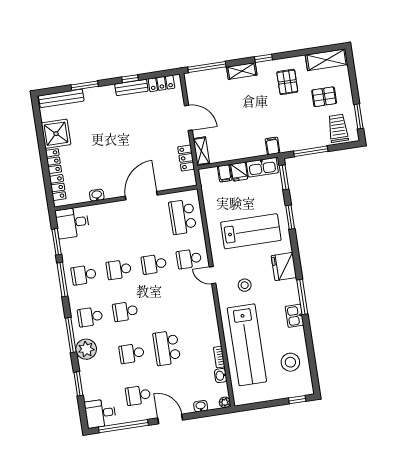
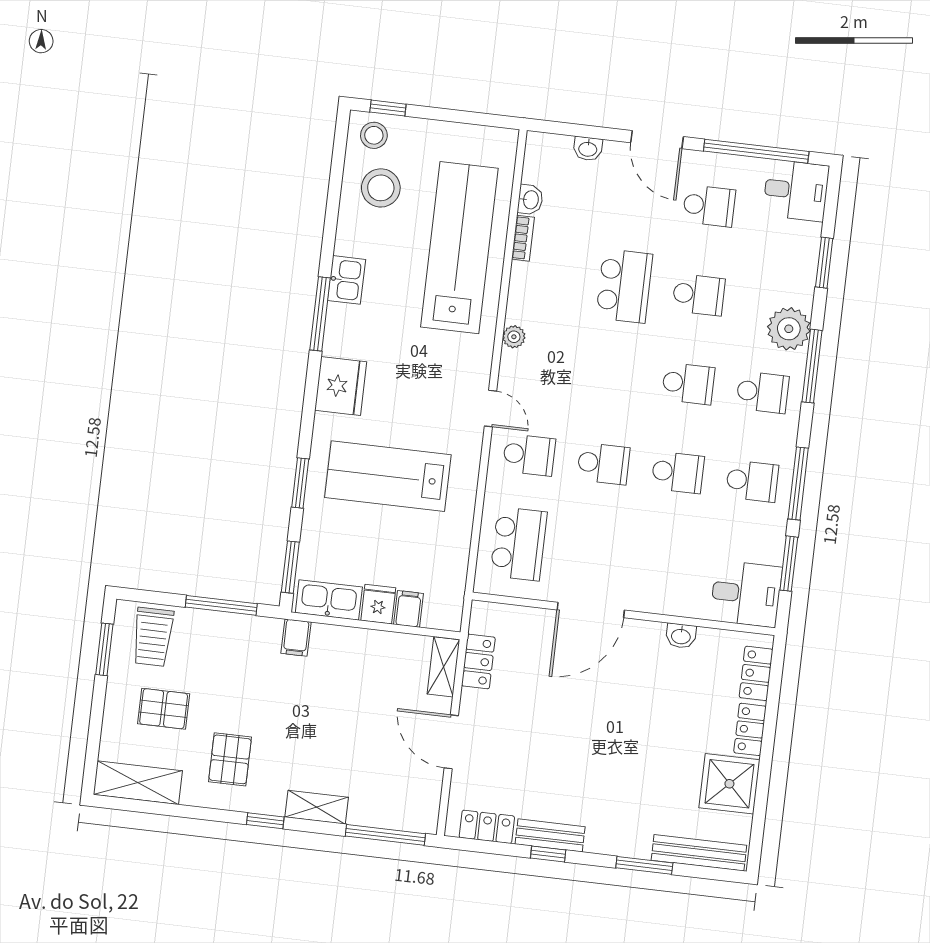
stool: (245, 285) -> (374, 135), moved
plant: (225, 402) -> (514, 337), moved

